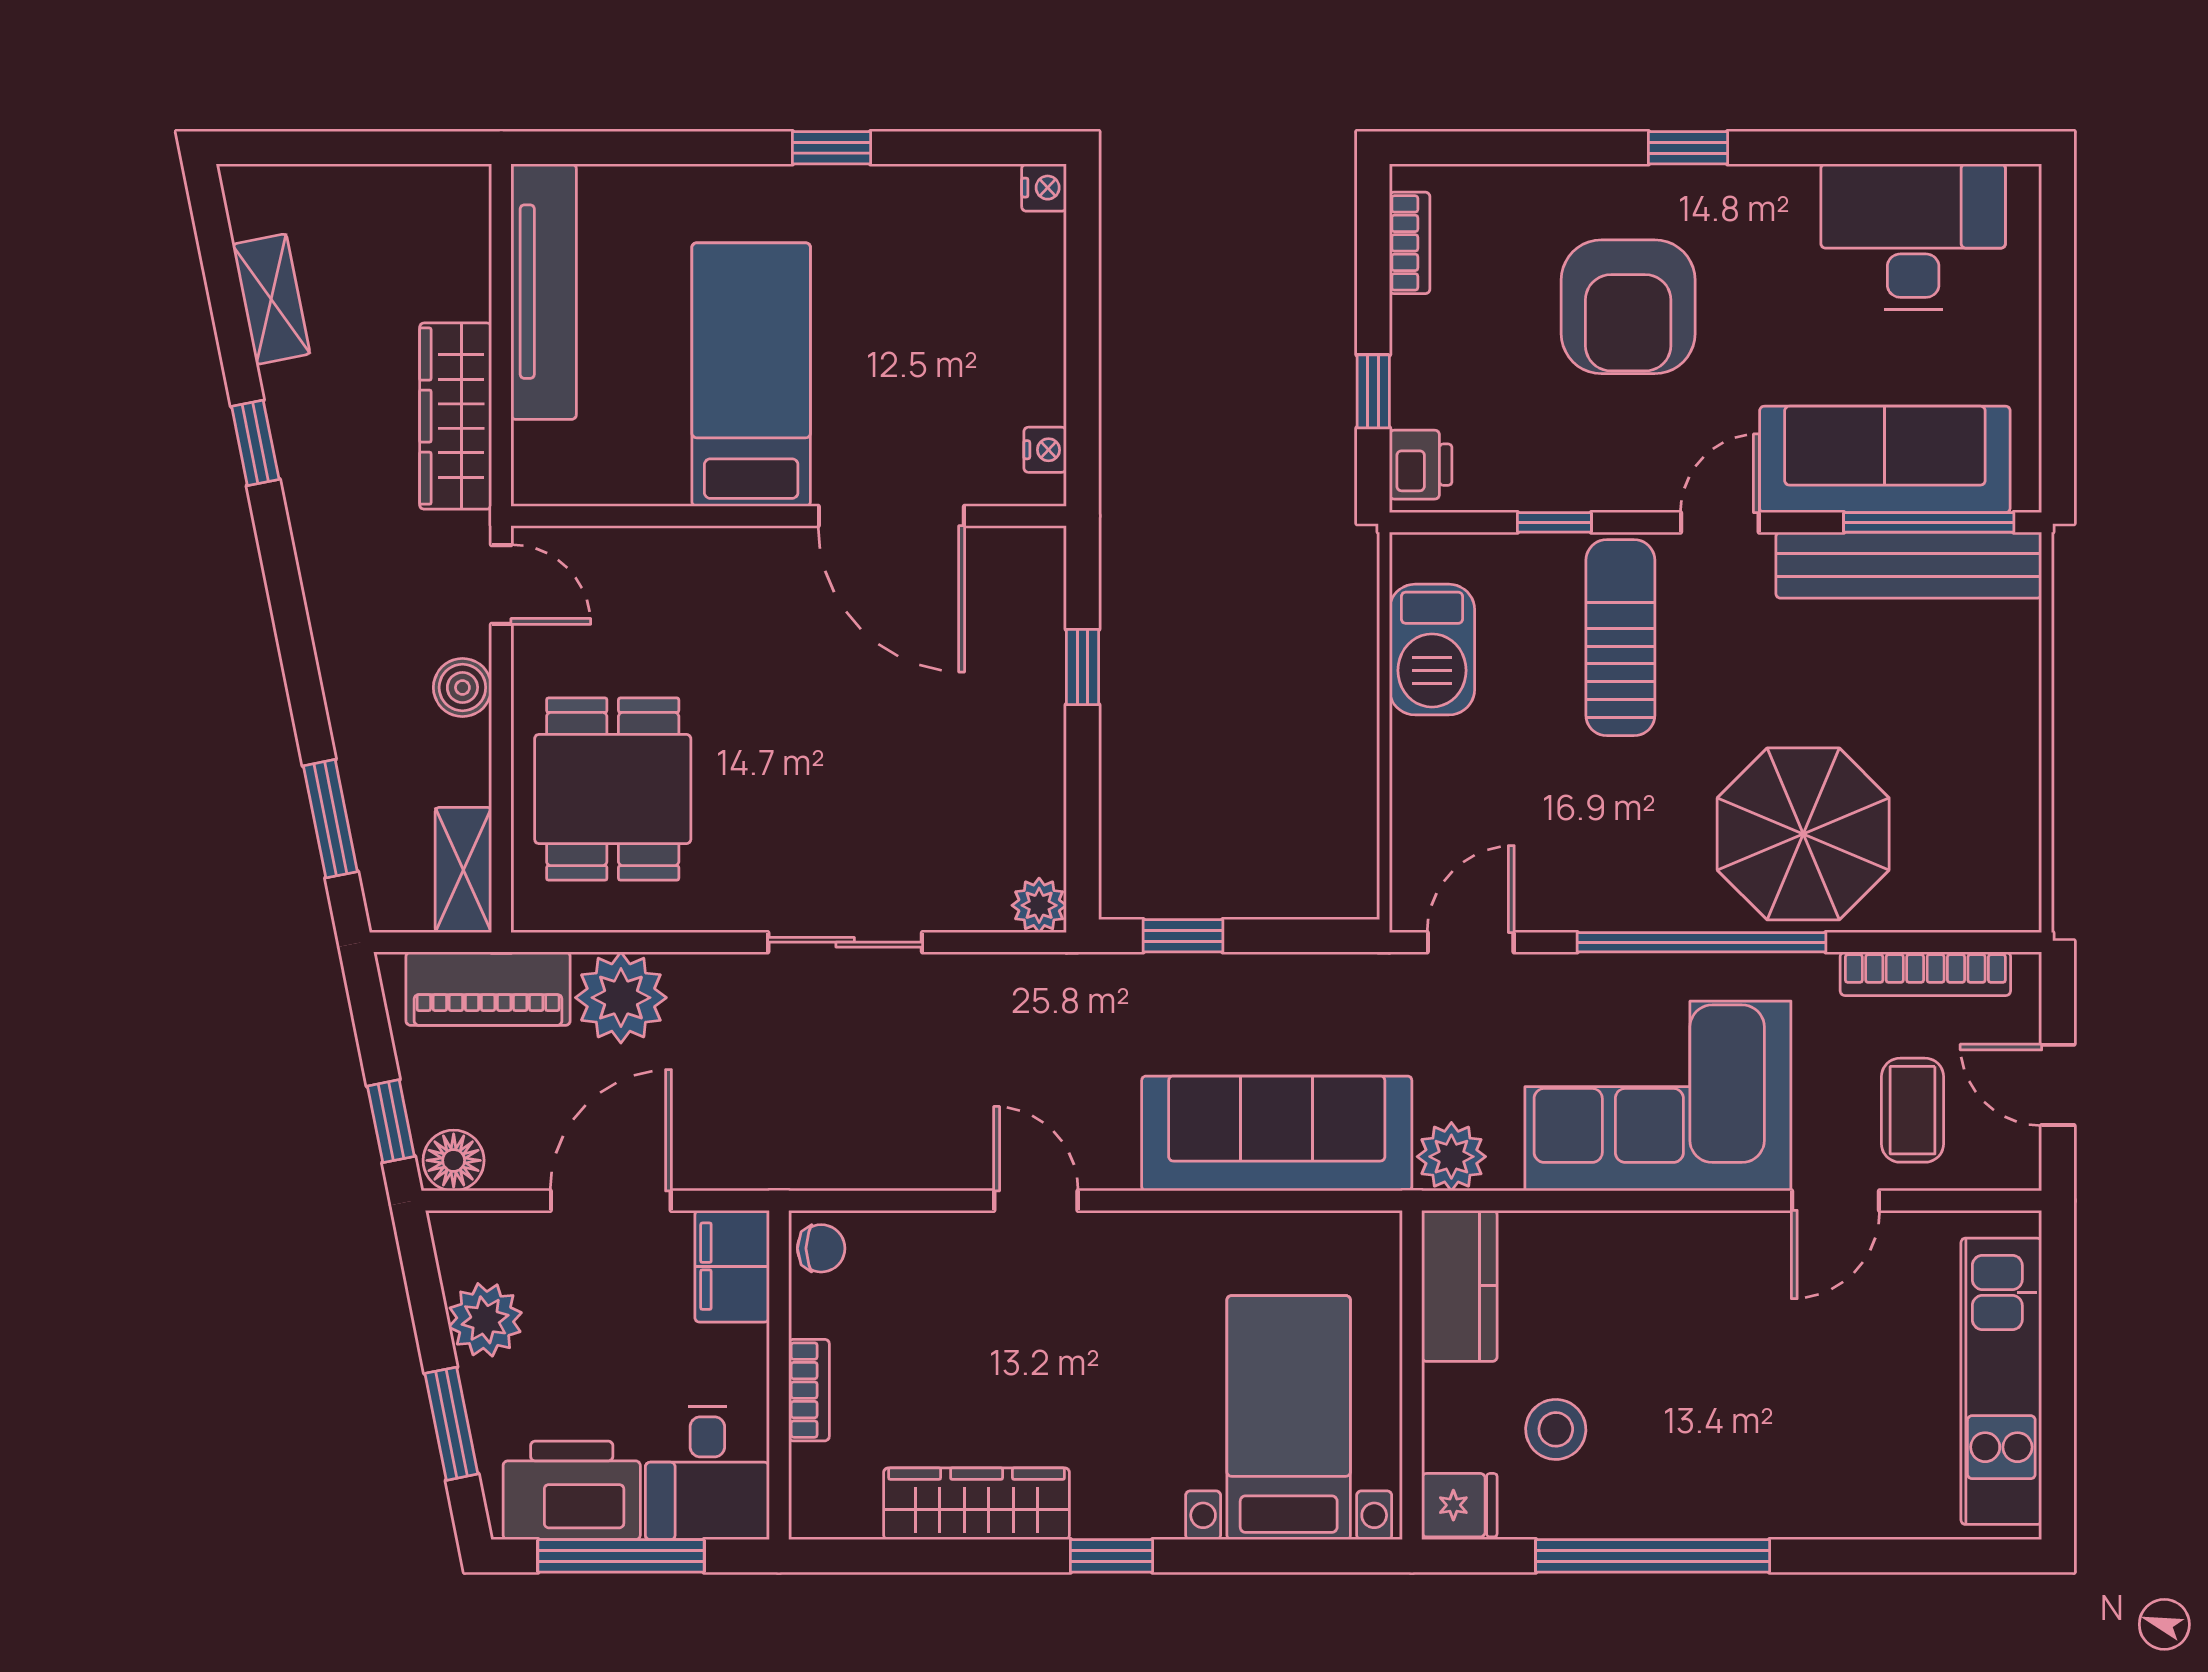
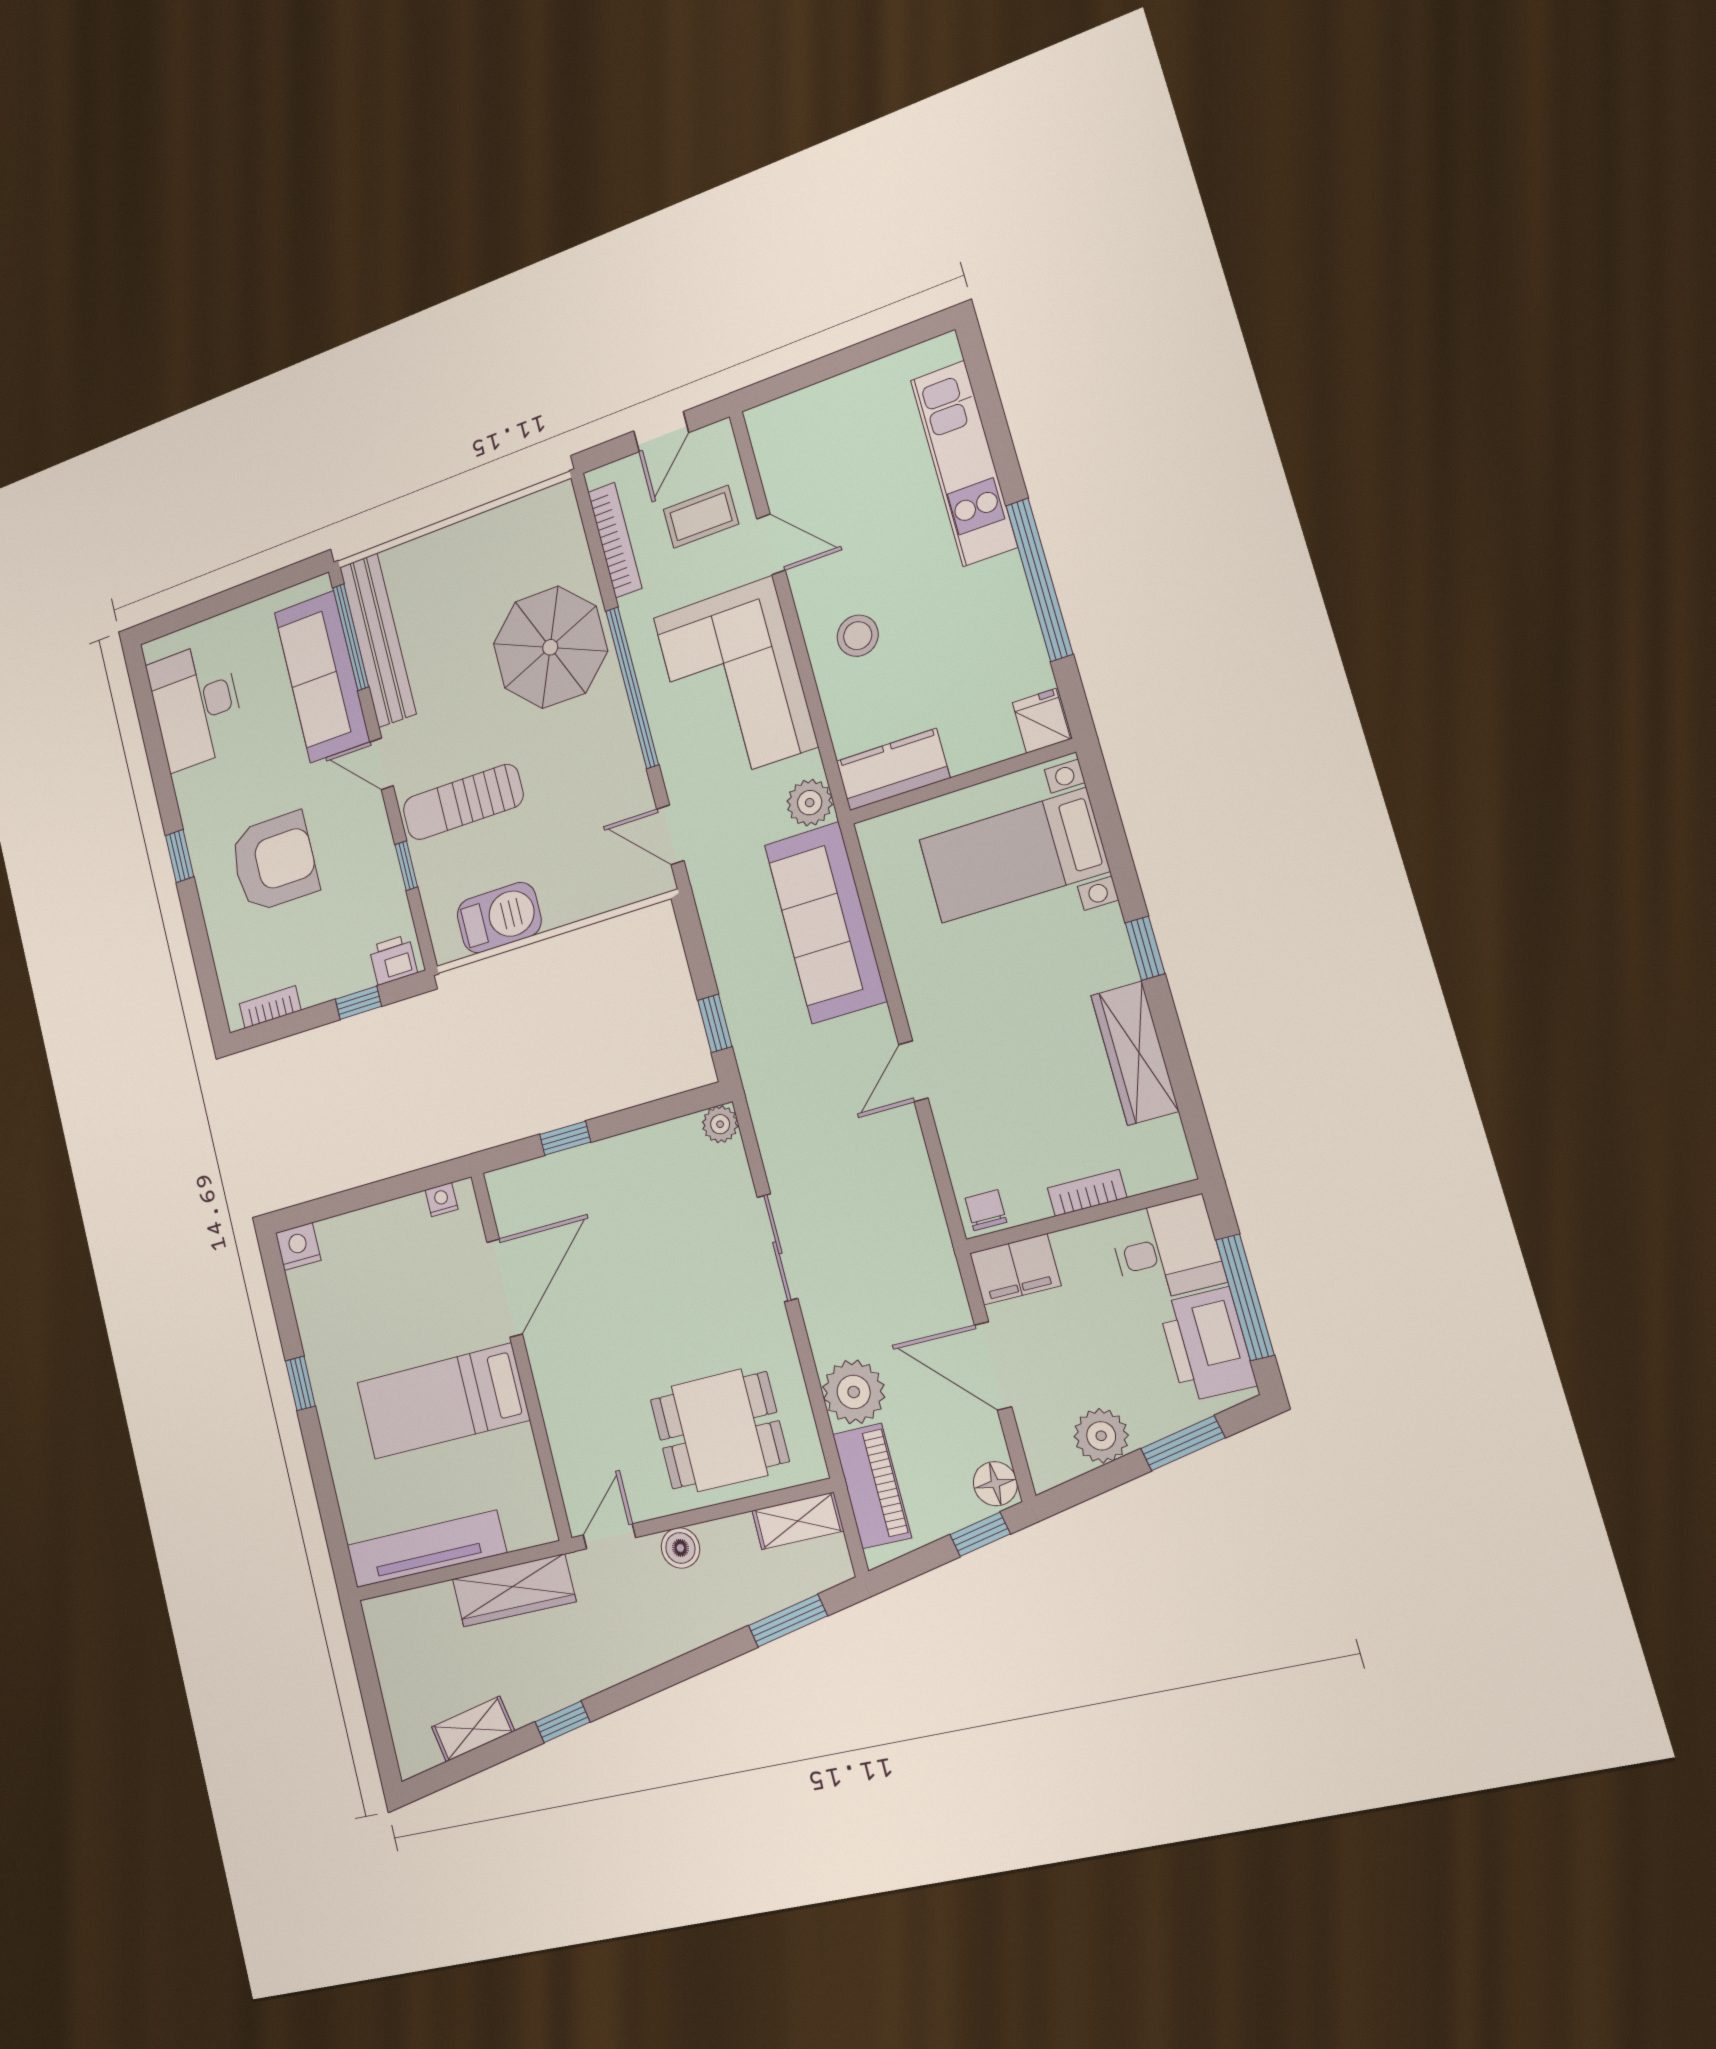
nightstand: (1044, 188) -> (298, 1247), width x1.39, depth x1.35
kitchen unit: (2001, 1381) -> (964, 463), moved, turned 90
stool: (1556, 1429) -> (858, 636), moved

